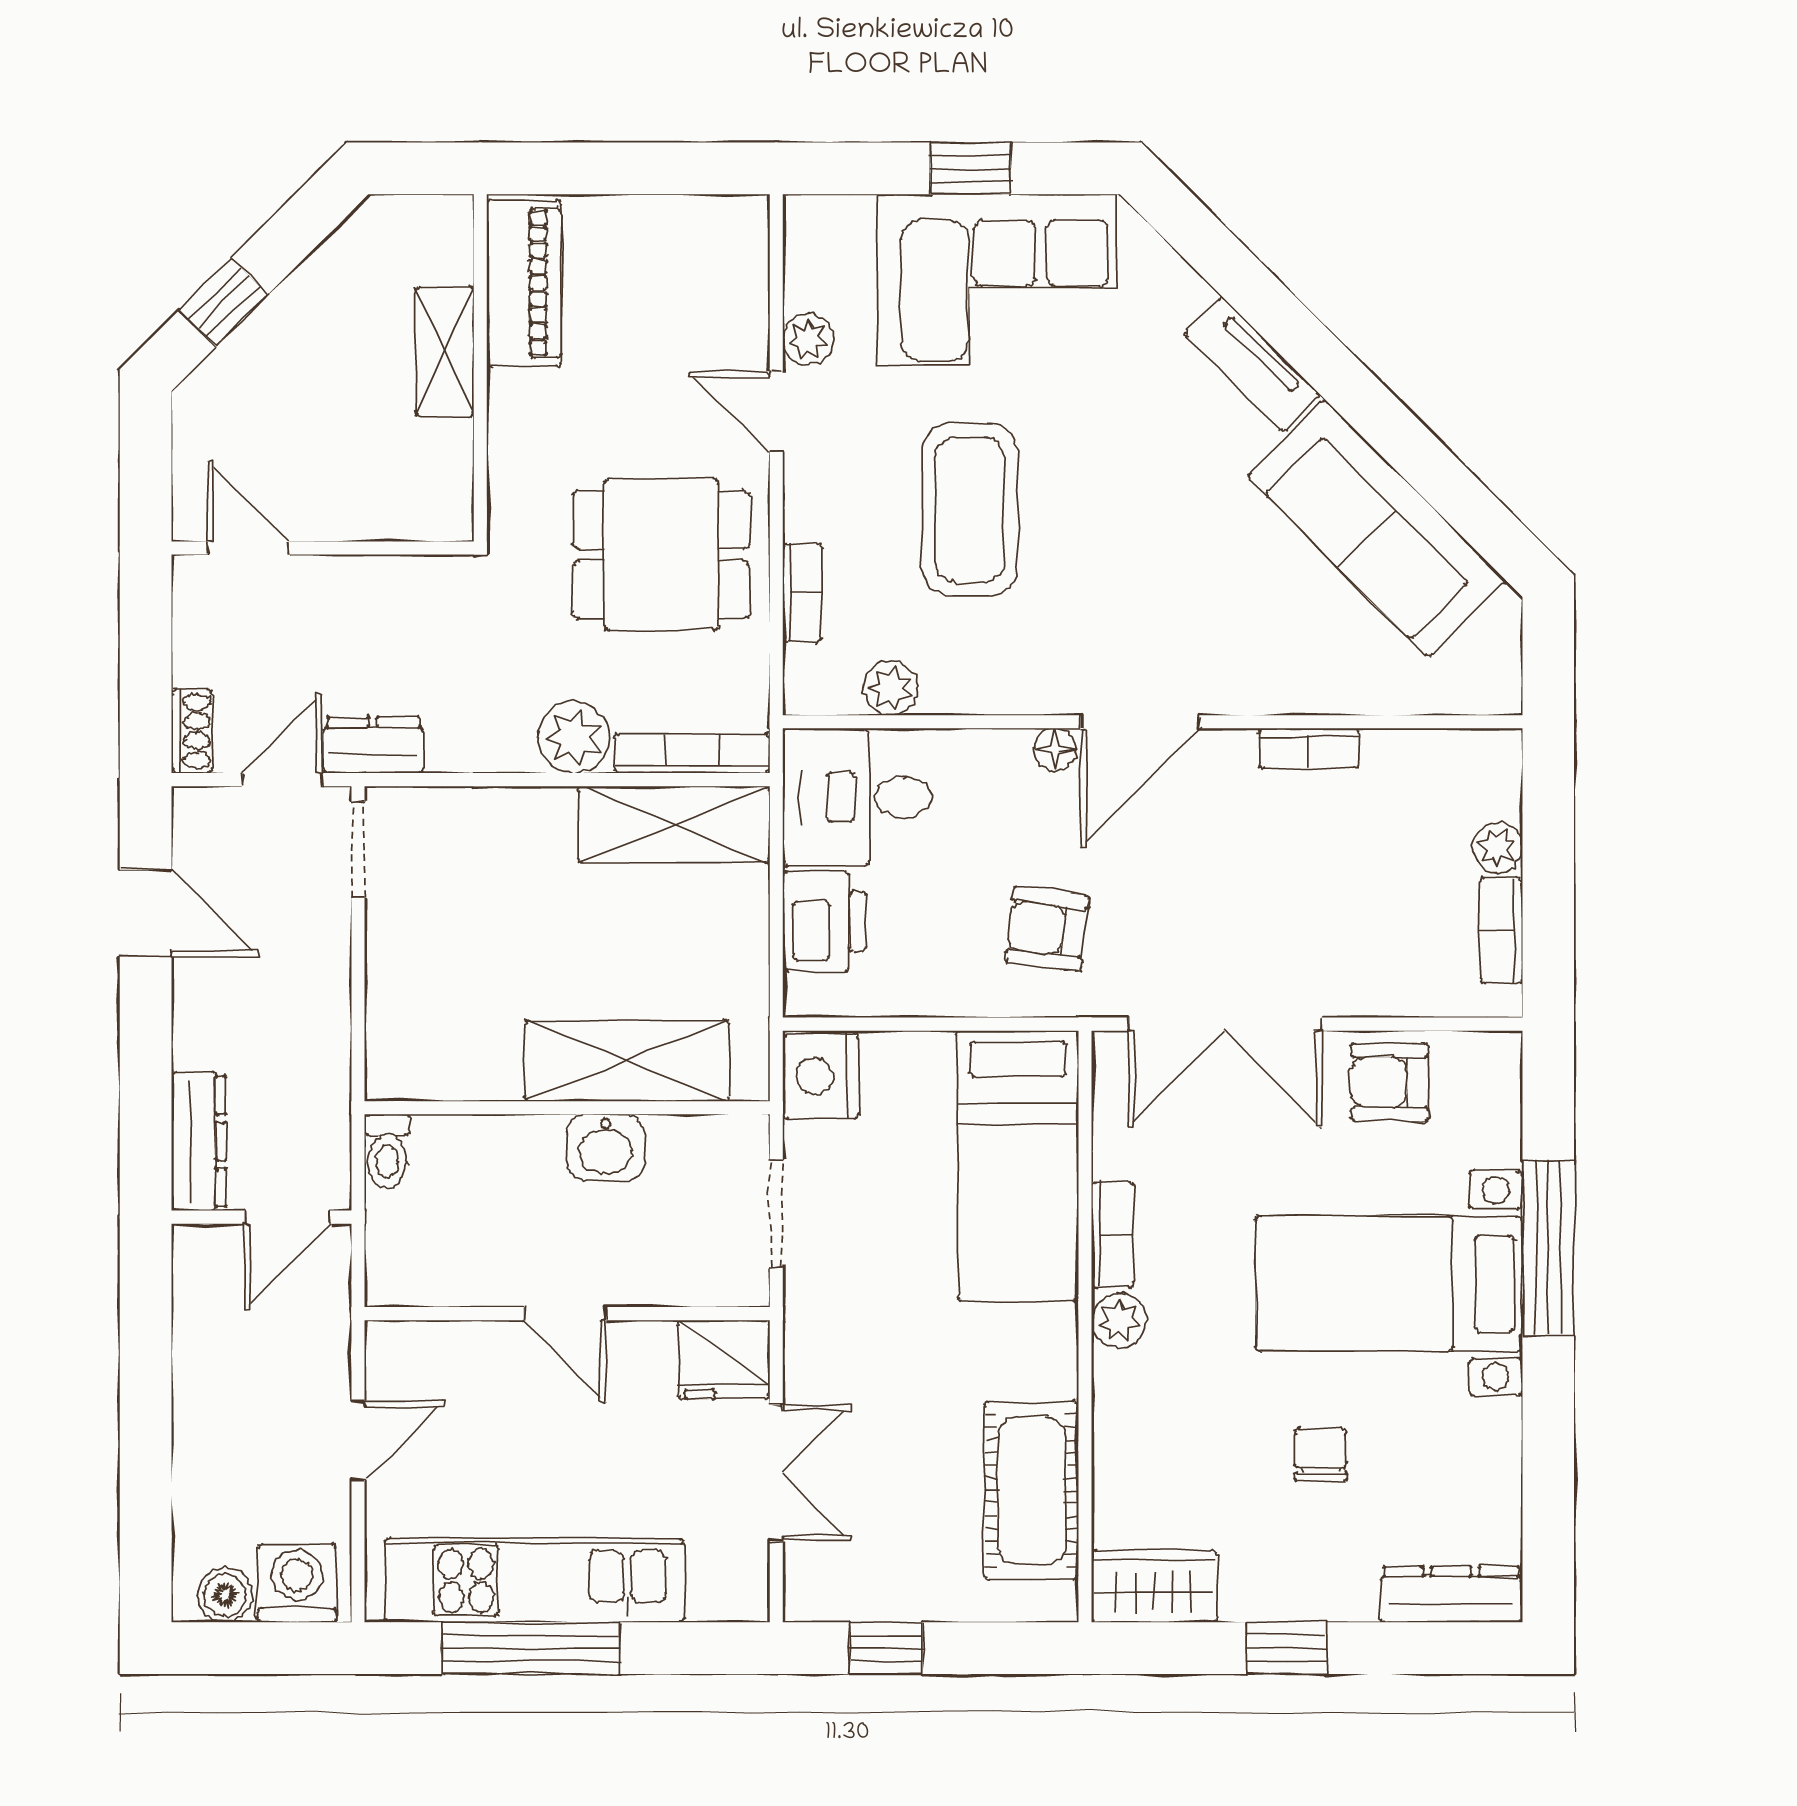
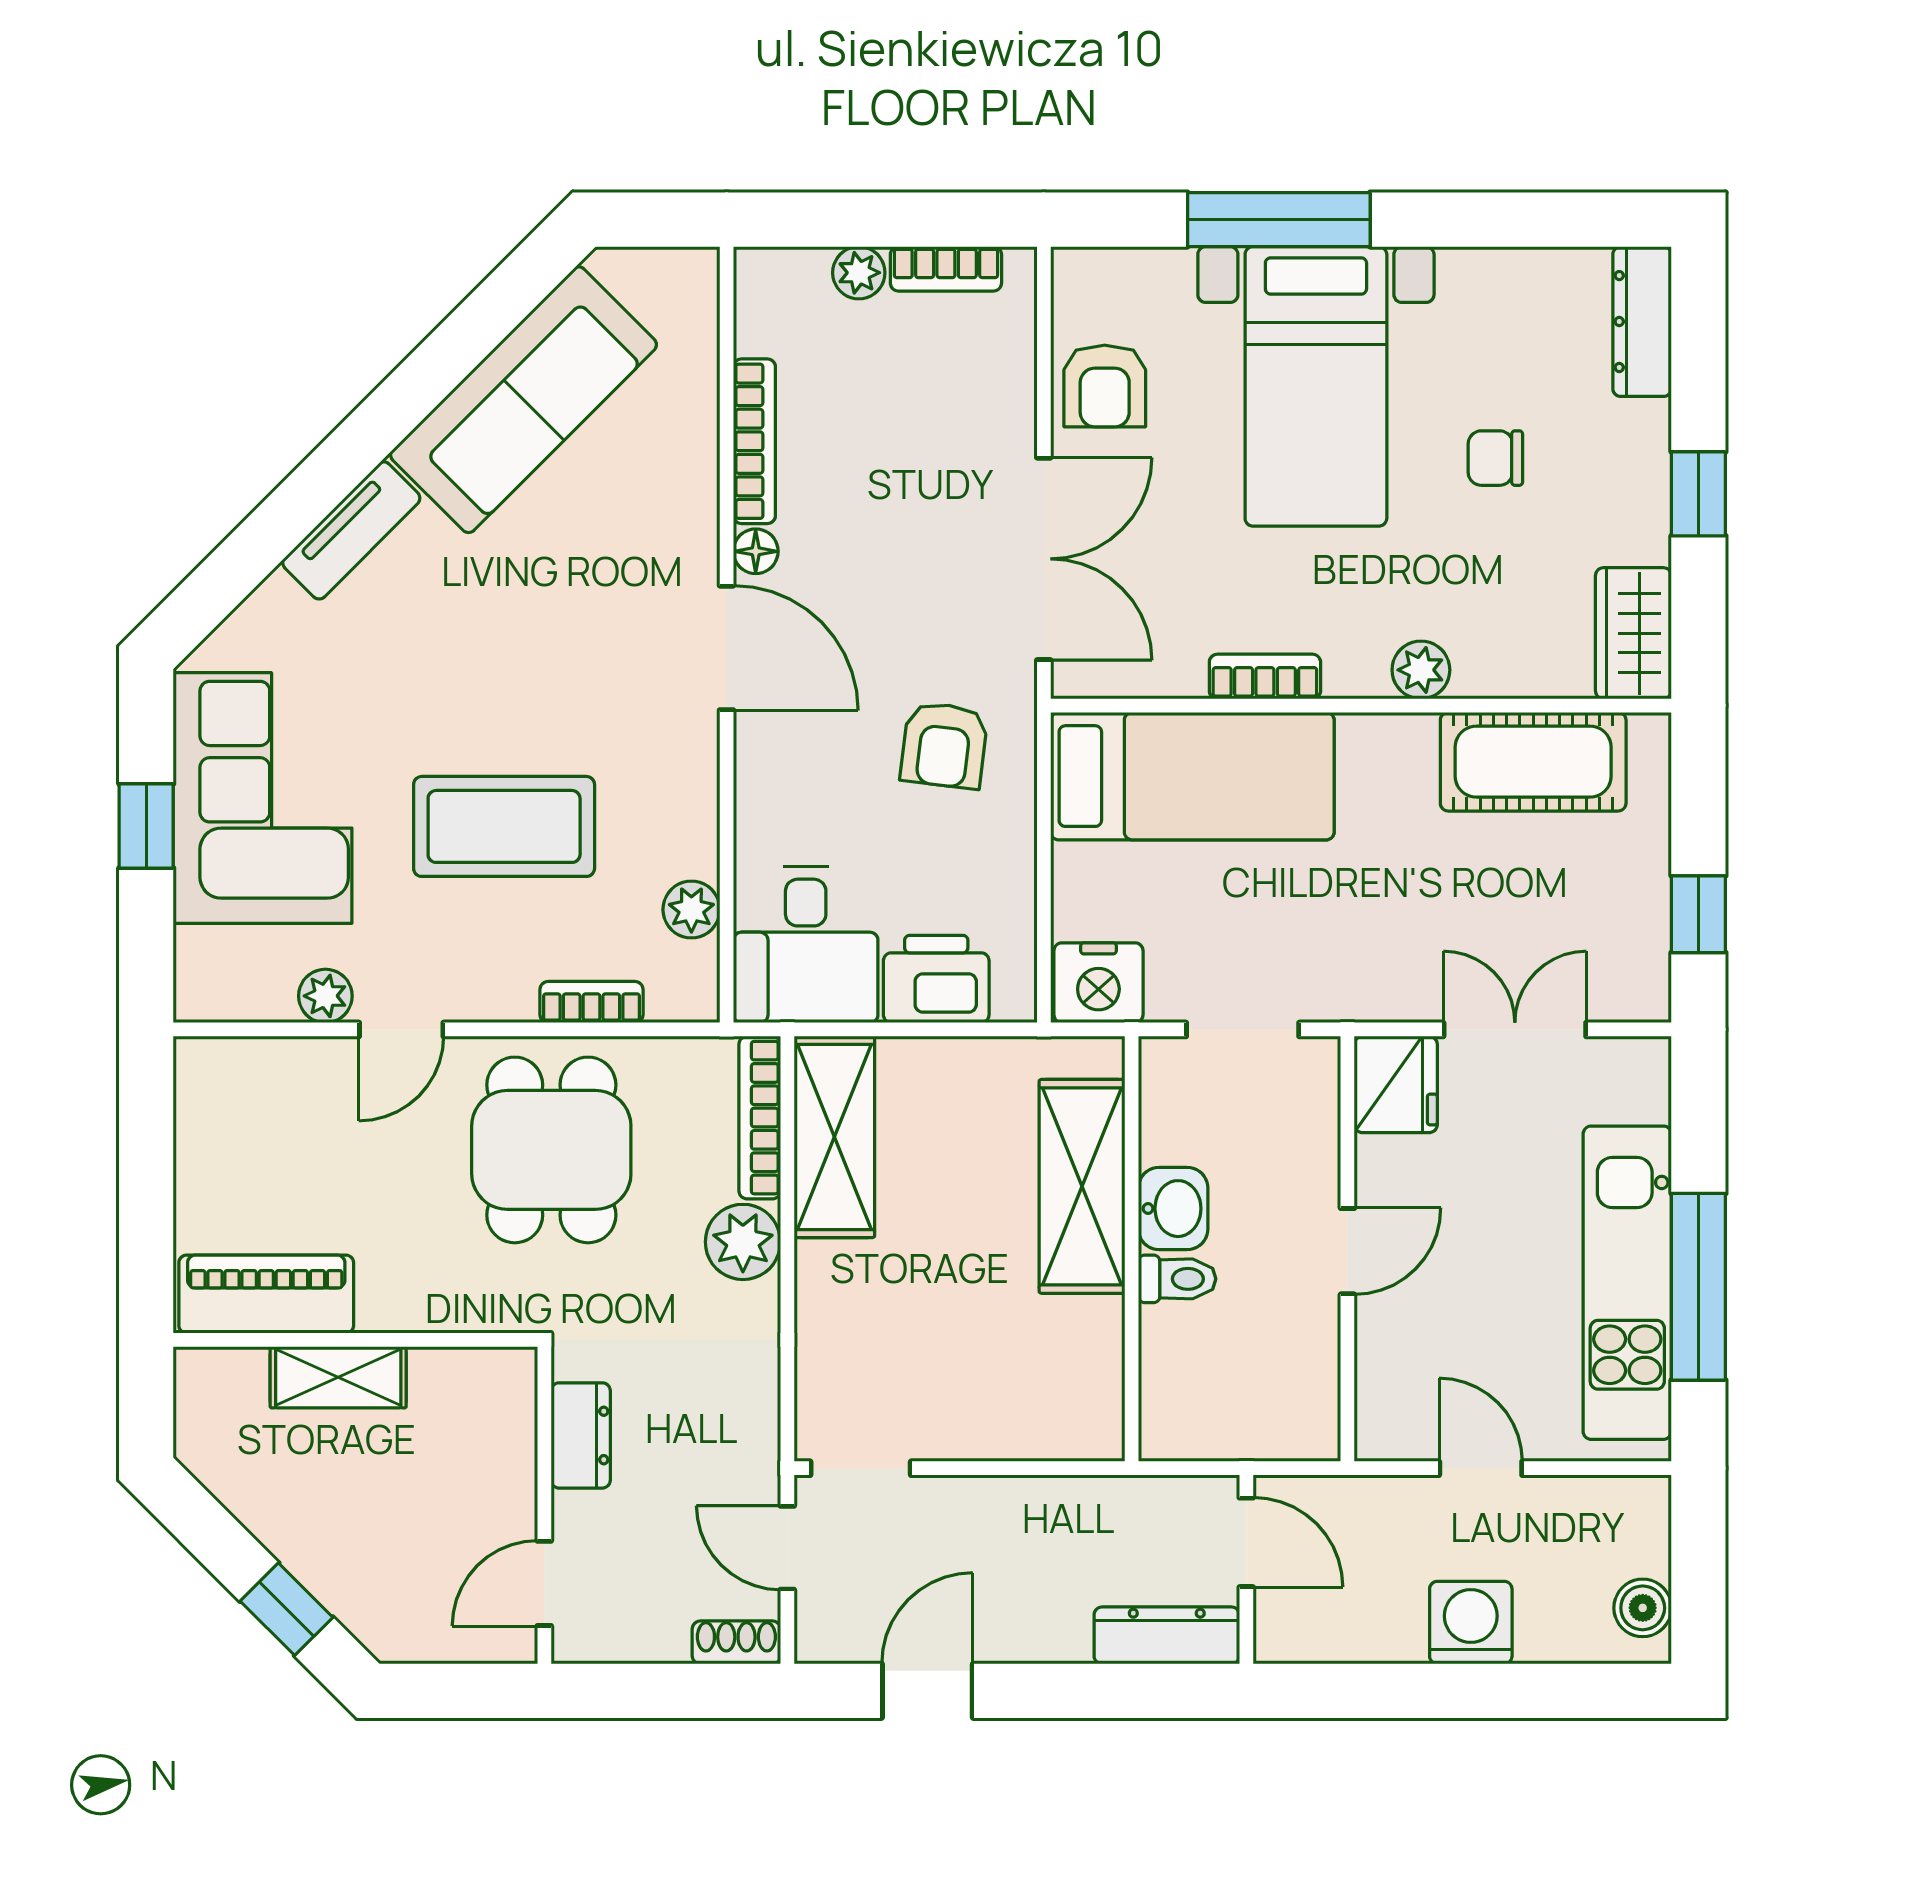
dresser: (373, 745) -> (581, 1435), moved, turned 180
bookcase: (1309, 748) -> (754, 441), width x1.56
floor lamp: (1055, 749) -> (756, 551), moved
toilet: (387, 1151) -> (1177, 1279), moved
plant: (1119, 1321) -> (1421, 670), moved
washing machine: (297, 1583) -> (1471, 1623), moved, turned 90

